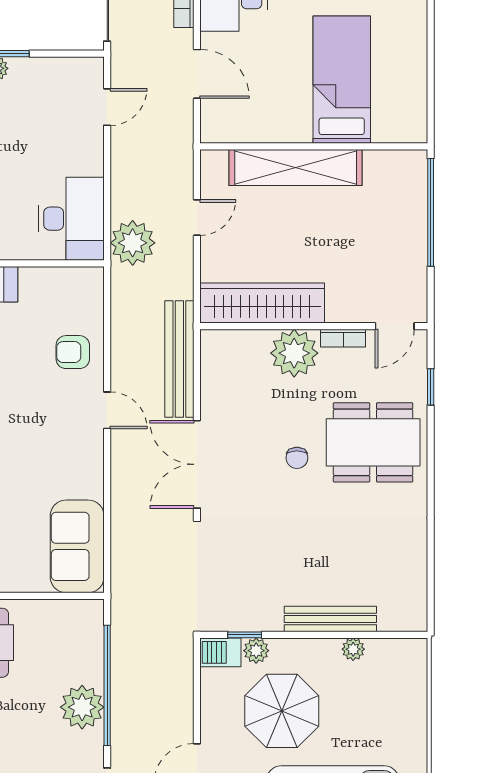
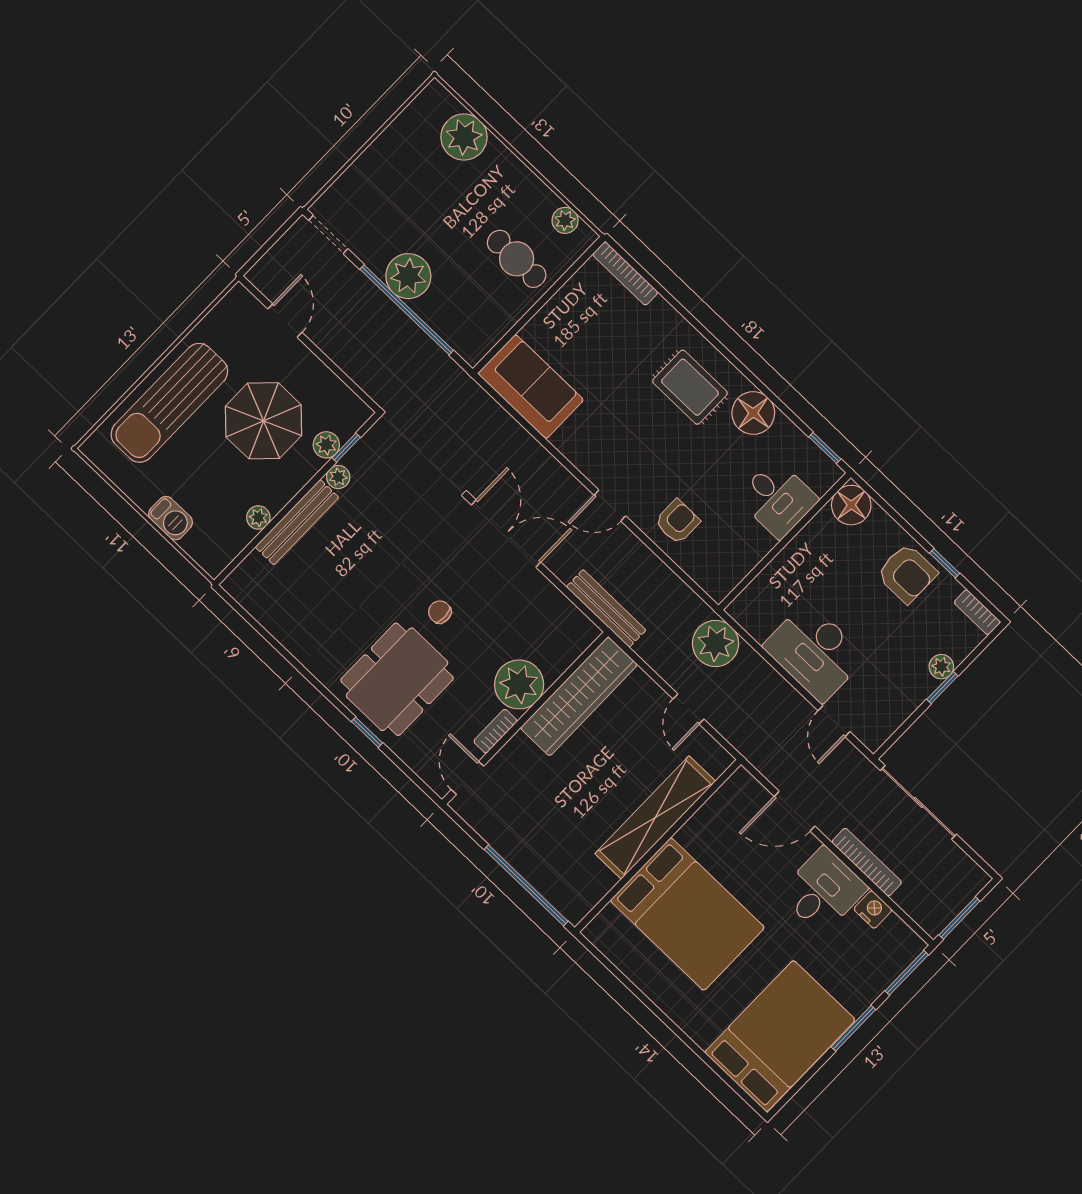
bed: (342, 80) -> (687, 914), width x1.50
desk: (71, 219) -> (815, 652), moved
bench: (179, 359) -> (606, 608), width x0.73, depth x0.82
window: (431, 387) -> (367, 732), moved
plant: (271, 621) -> (338, 477), added
barbecue: (220, 652) -> (171, 518), moved, turned 90

